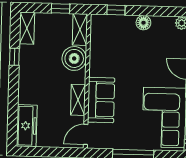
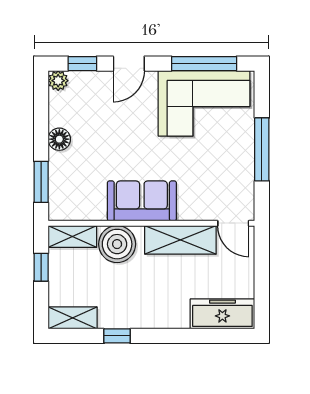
window: (116, 10) -> (41, 182), width x1.50
shelving: (78, 100) -> (180, 240), width x1.50, depth x1.33
sofa: (101, 100) -> (142, 201), moved

